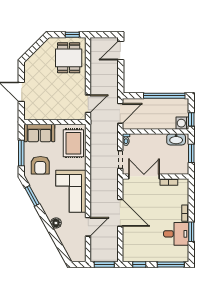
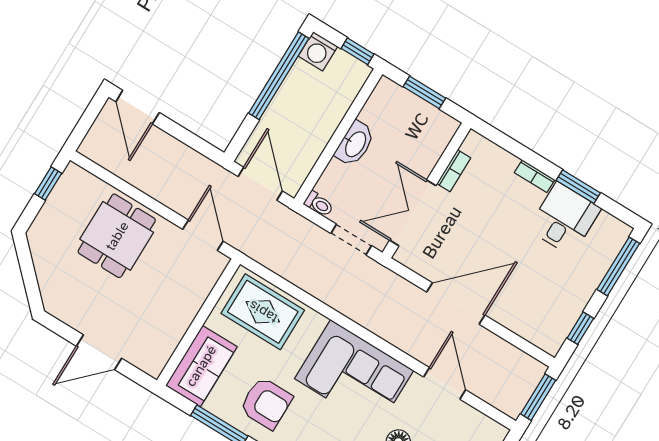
dining table: (69, 58) -> (117, 236), moved, turned 90
washing machine: (182, 123) -> (318, 51), moved
washbasin: (176, 139) -> (355, 144), moved

